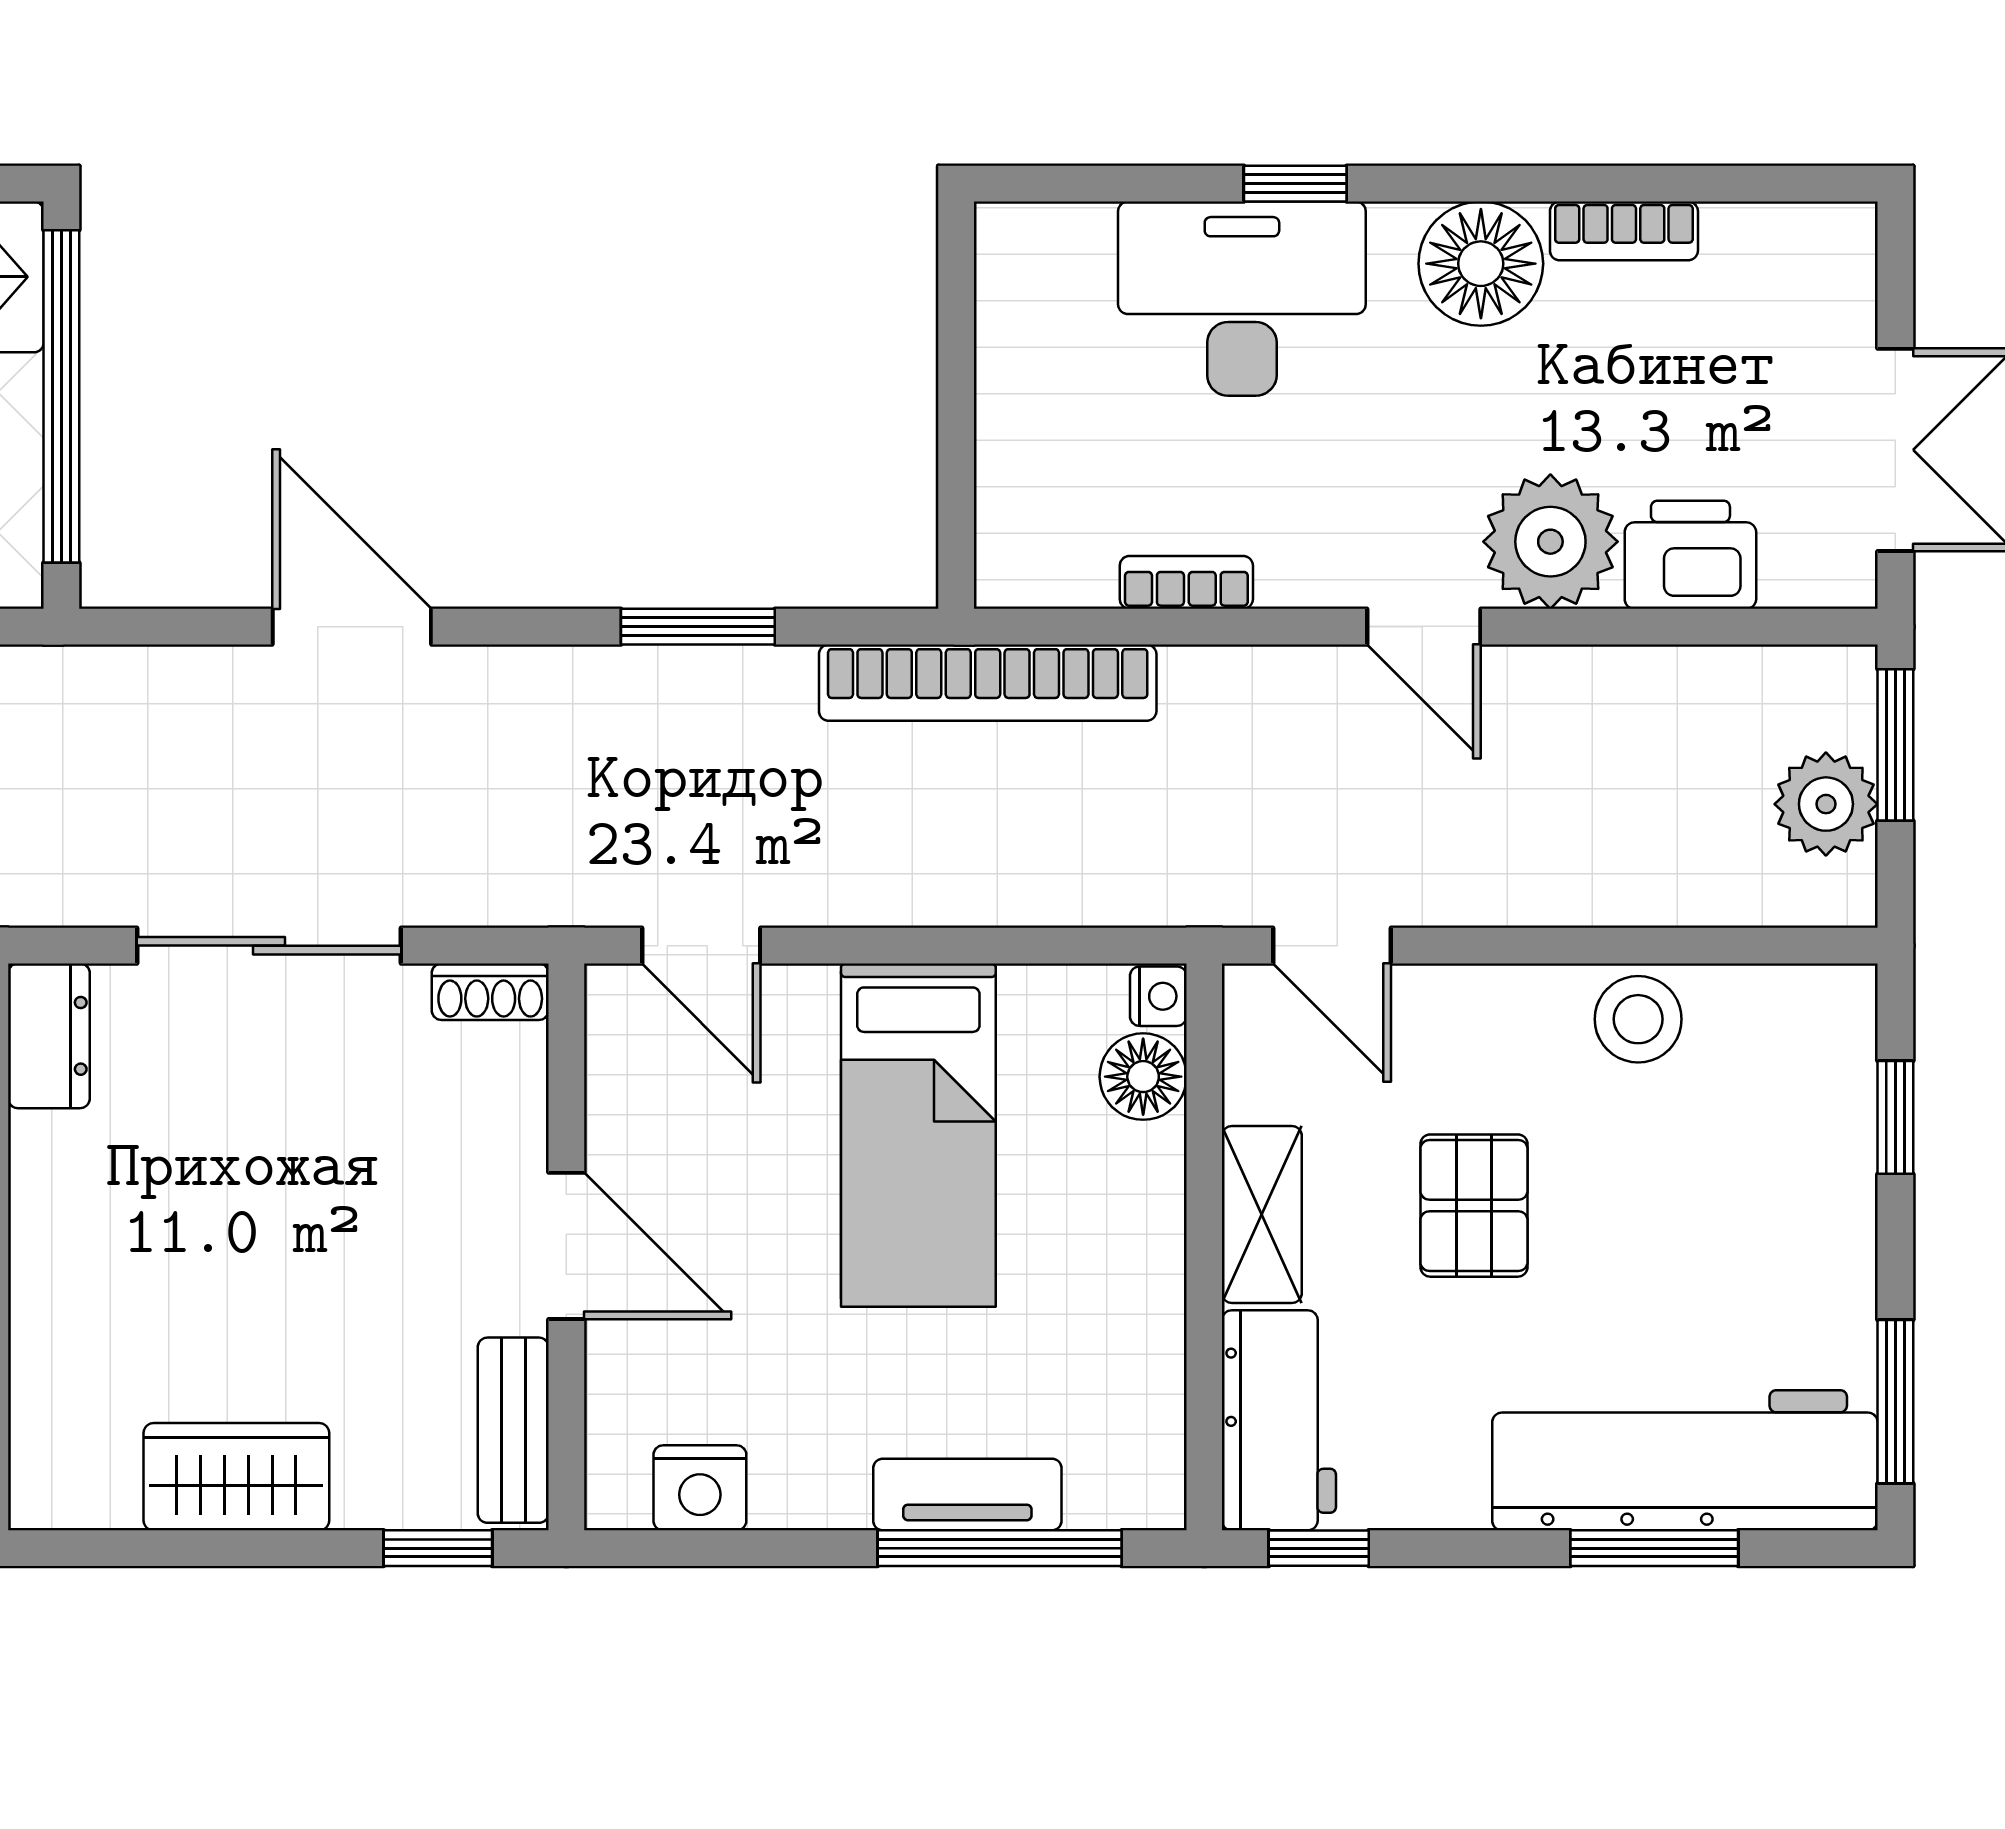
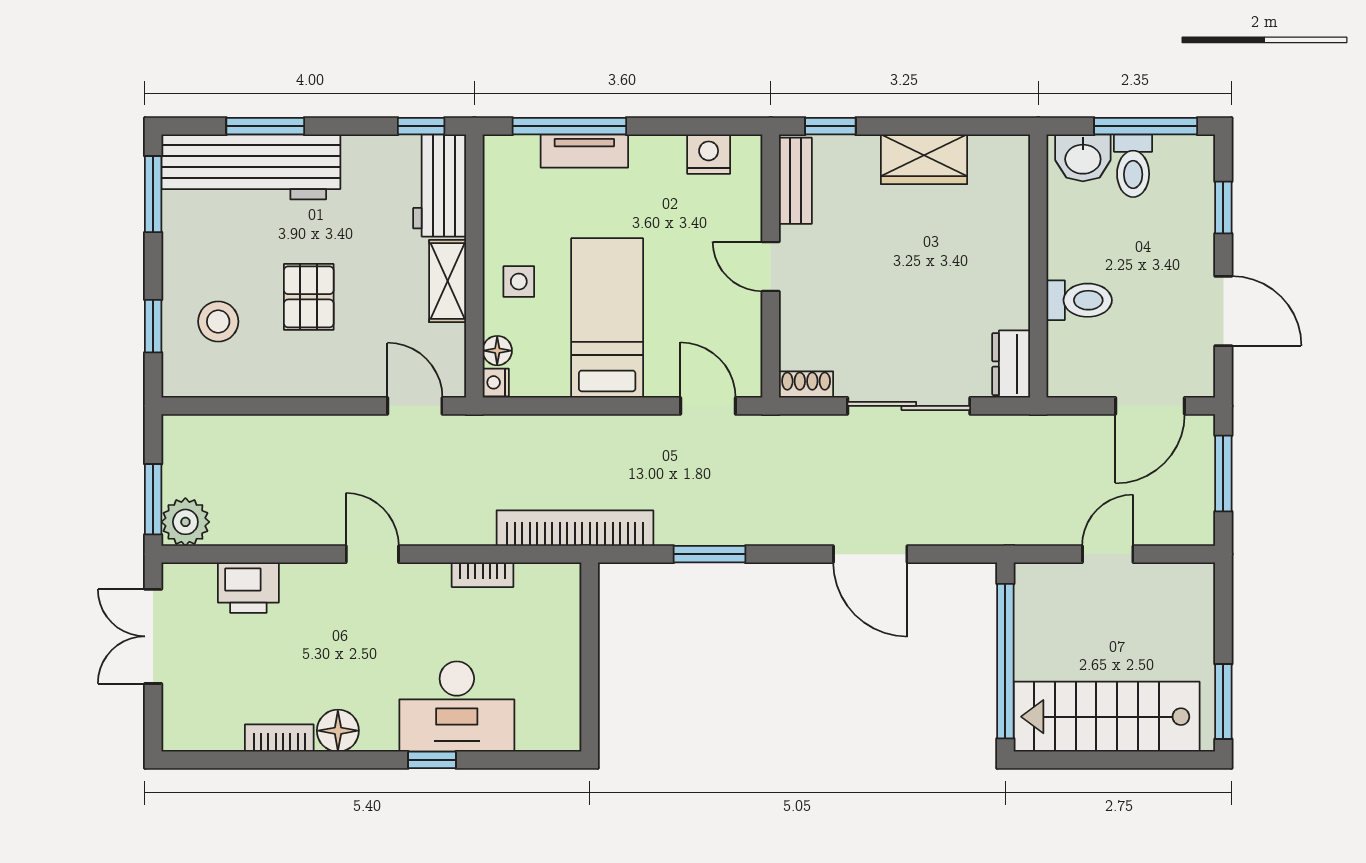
floor lamp: (1481, 264) -> (338, 731), width x0.73, depth x0.73
plant: (1550, 542) -> (313, 594), removed
plant: (1826, 804) -> (185, 522), moved
stool: (1638, 1019) -> (218, 322), moved
floor lamp: (1143, 1077) -> (497, 351), width x0.73, depth x0.73
pallet: (1474, 1206) -> (309, 297), moved
side table: (1108, 1213) -> (519, 282), added
door: (566, 1246) -> (771, 266), width x0.73

